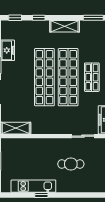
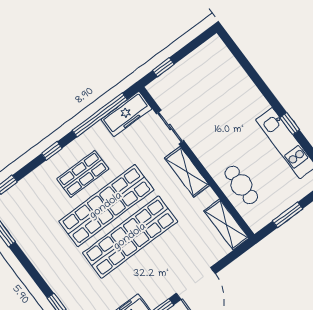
shelving: (65, 26) -> (187, 172), moved
cafe table: (71, 164) -> (241, 185), moved

